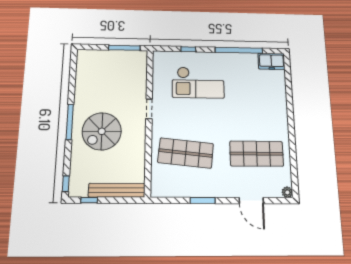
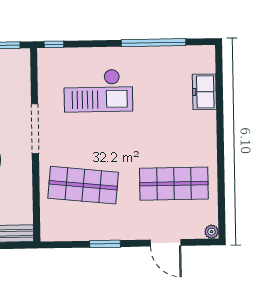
window: (188, 49) -> (54, 44), moved
freezer: (271, 61) -> (204, 92), moved, turned 90
doorway: (149, 109) -> (35, 129), width x1.88

